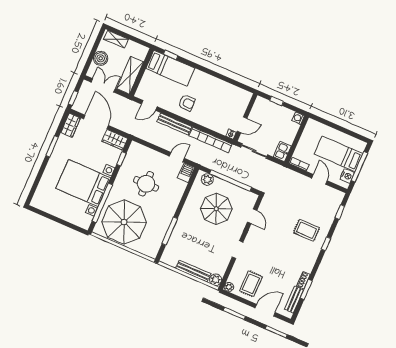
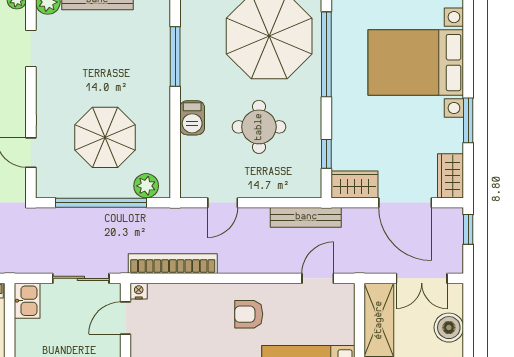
bench: (174, 124) -> (306, 217), moved
barbecue: (186, 173) -> (192, 118), moved
bed with nightstands: (83, 183) -> (416, 63), moved, turned 180
doorway: (238, 250) -> (31, 49), moved

